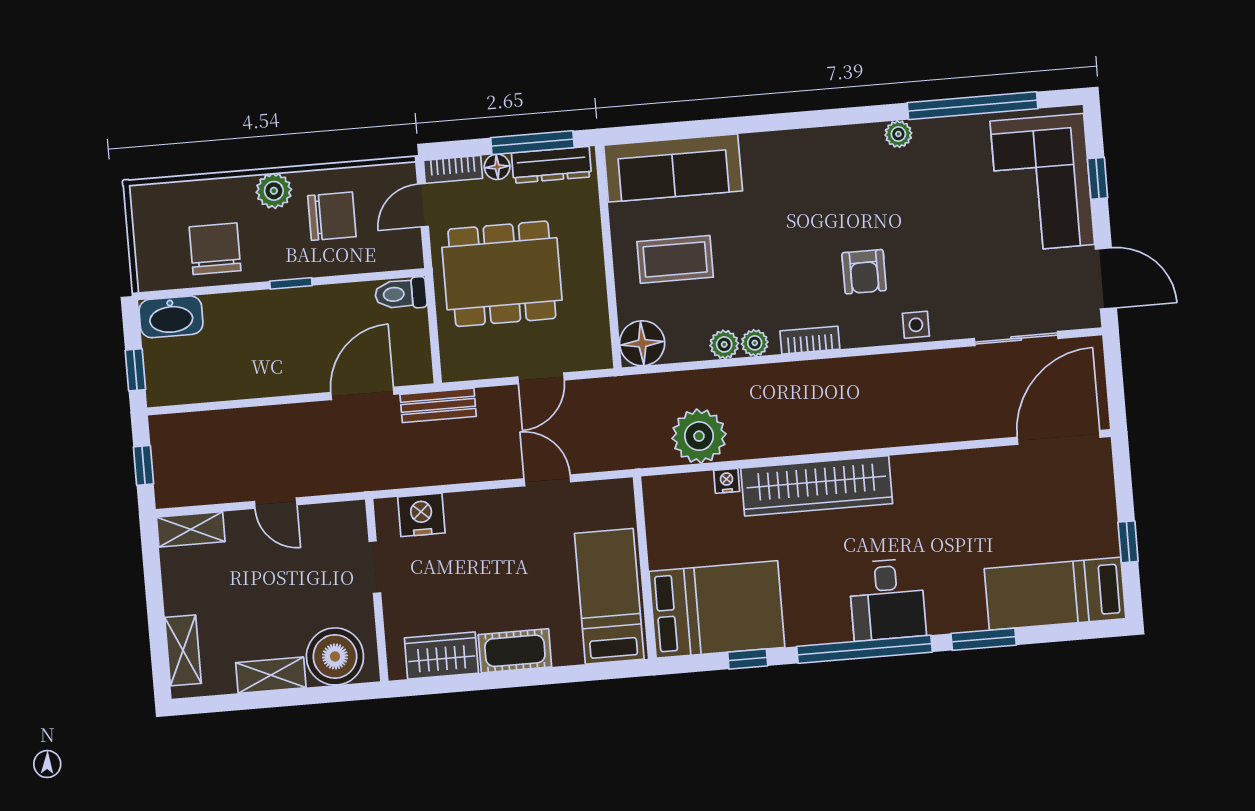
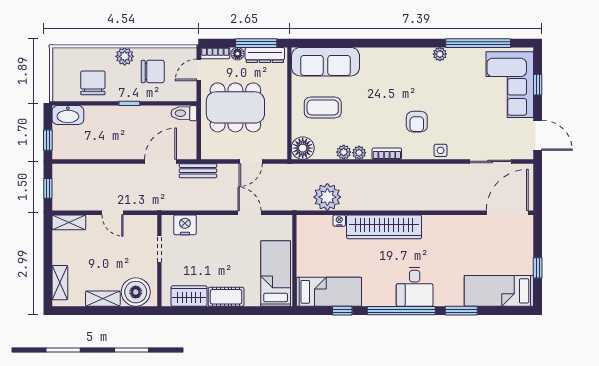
bed: (717, 609) -> (329, 292), width x0.67

